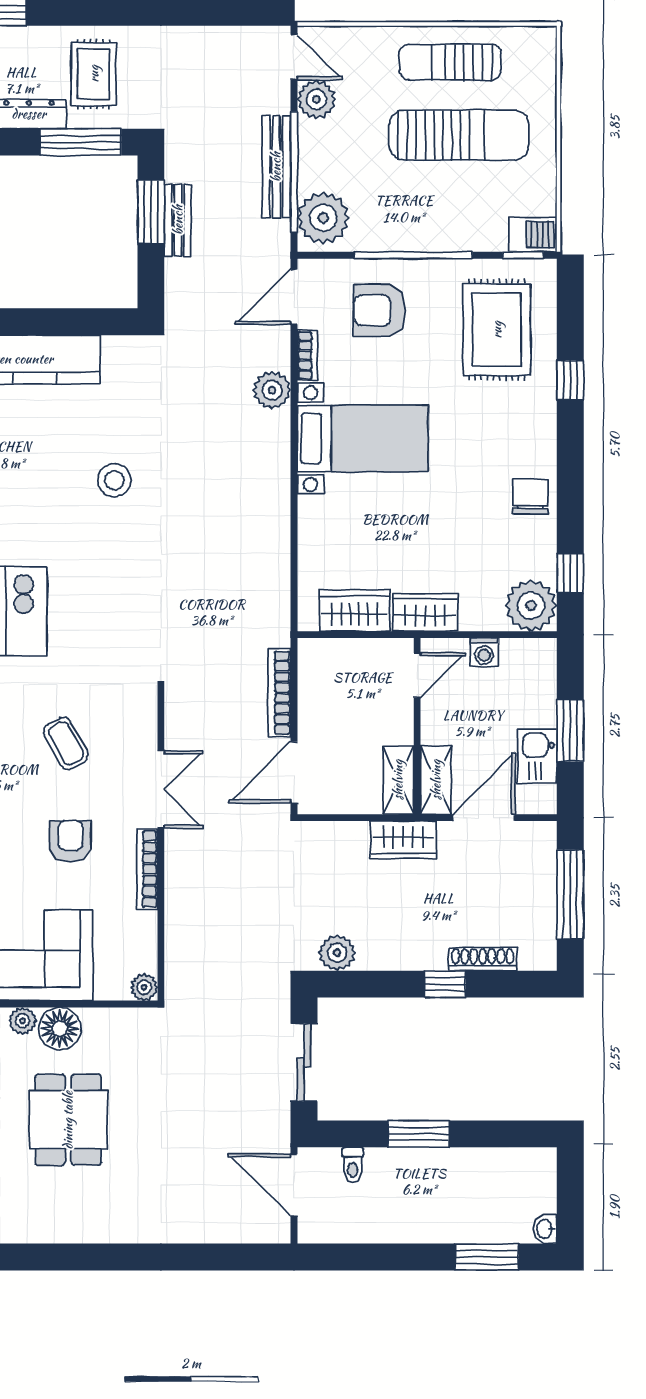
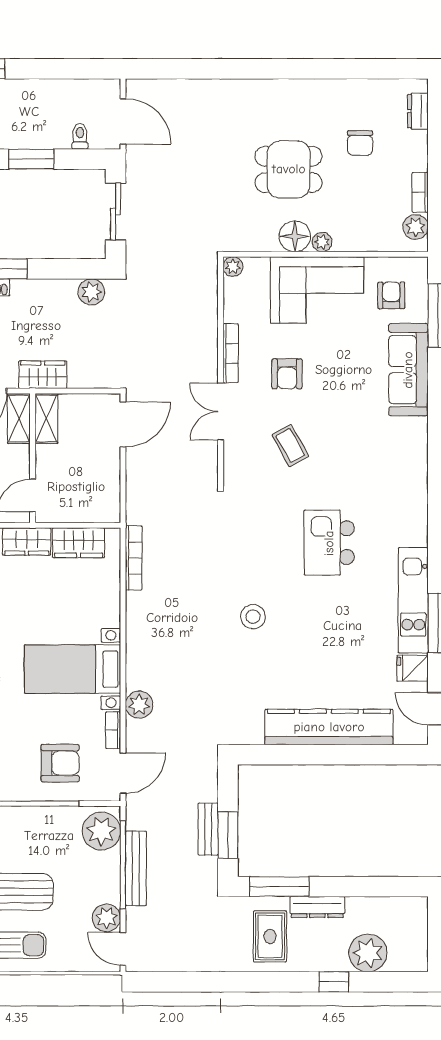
stool: (114, 480) -> (253, 617), moved
bookcase: (279, 693) -> (134, 558), moved
dining table: (68, 1120) -> (289, 169), turned 90

